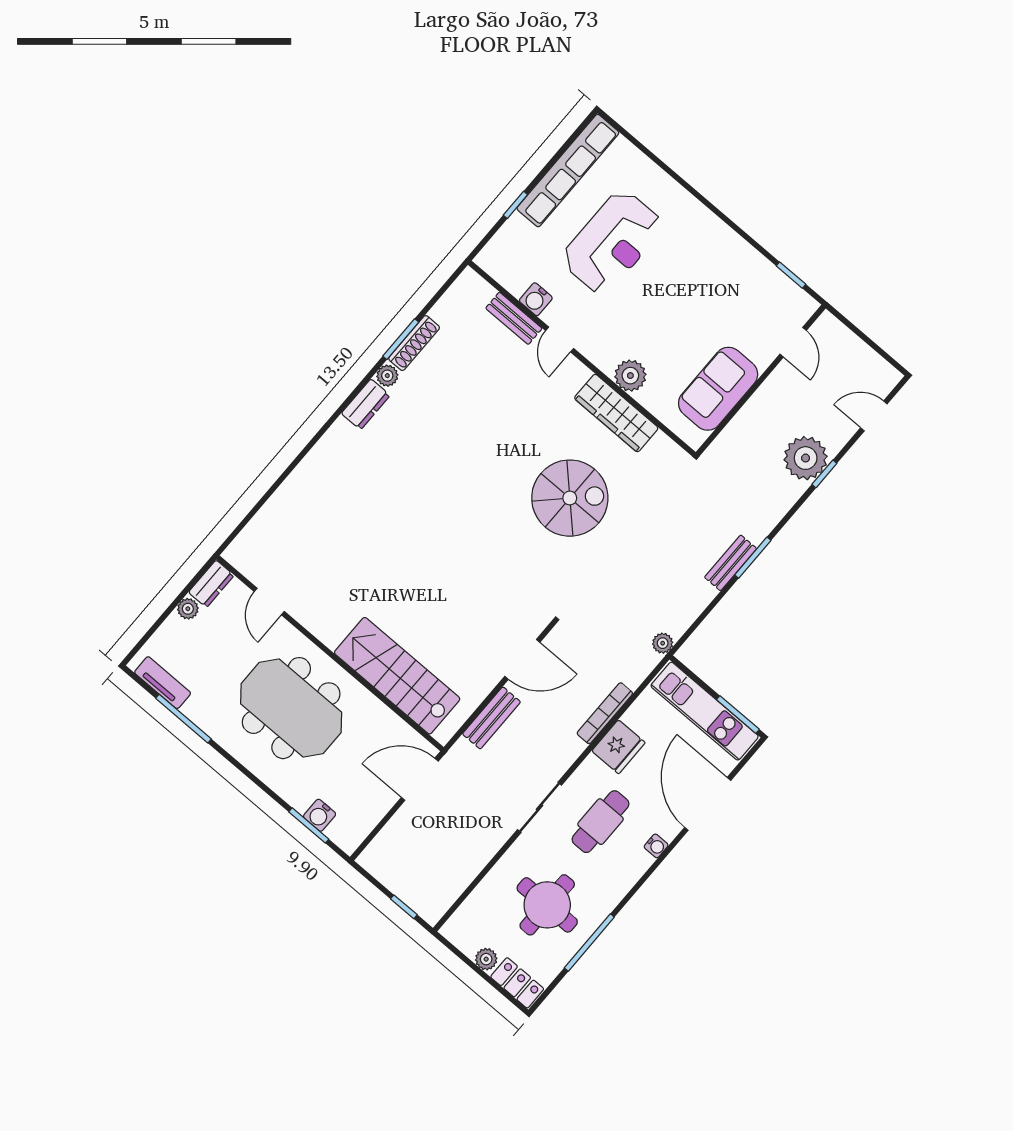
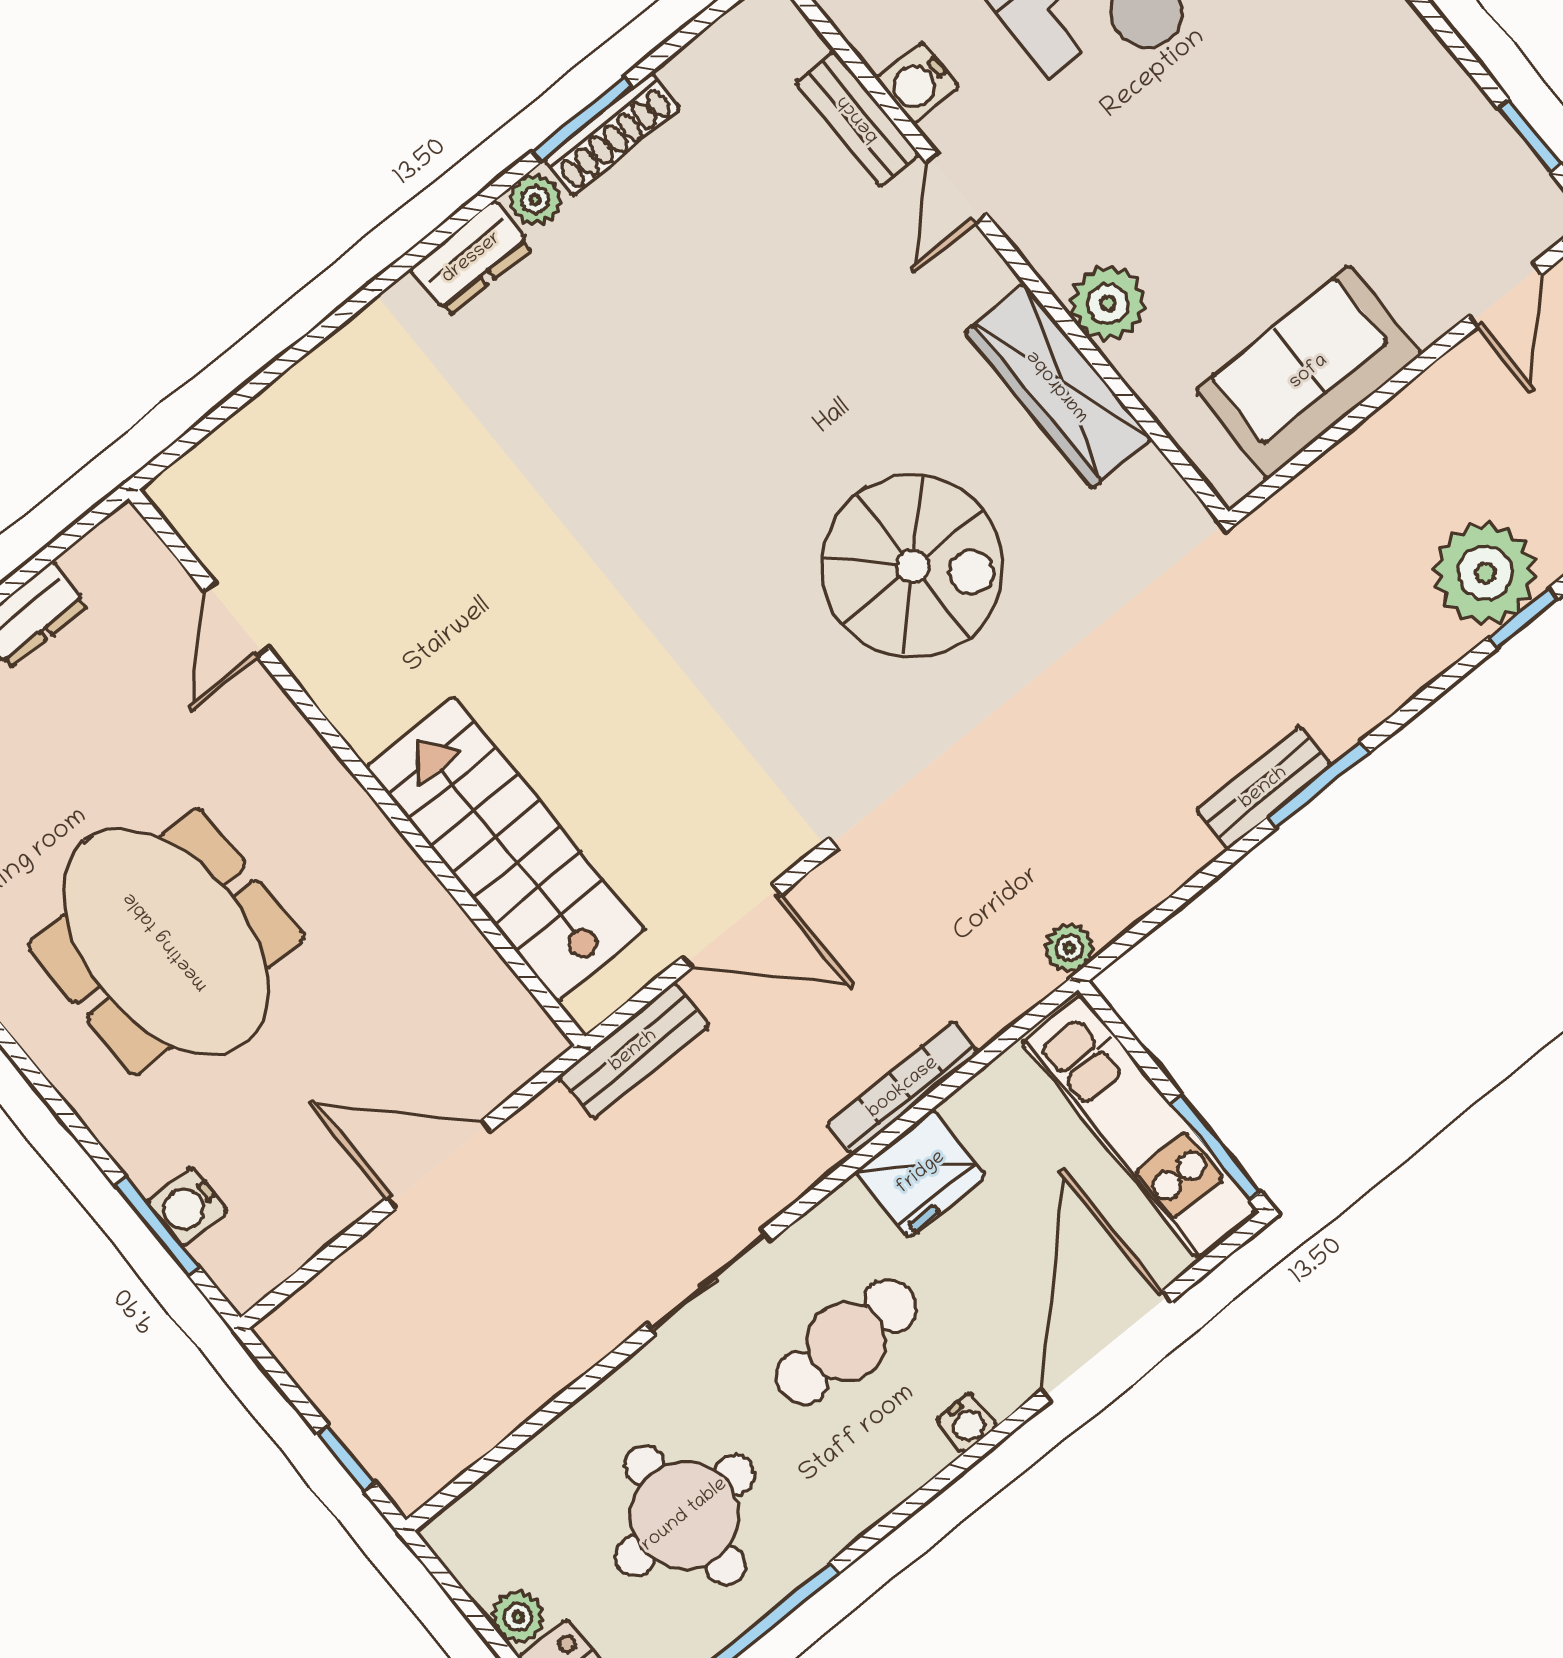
door: (269, 602) -> (236, 619), moved
wall: (330, 653) -> (357, 767), moved
stairs: (397, 676) -> (506, 849), moved

